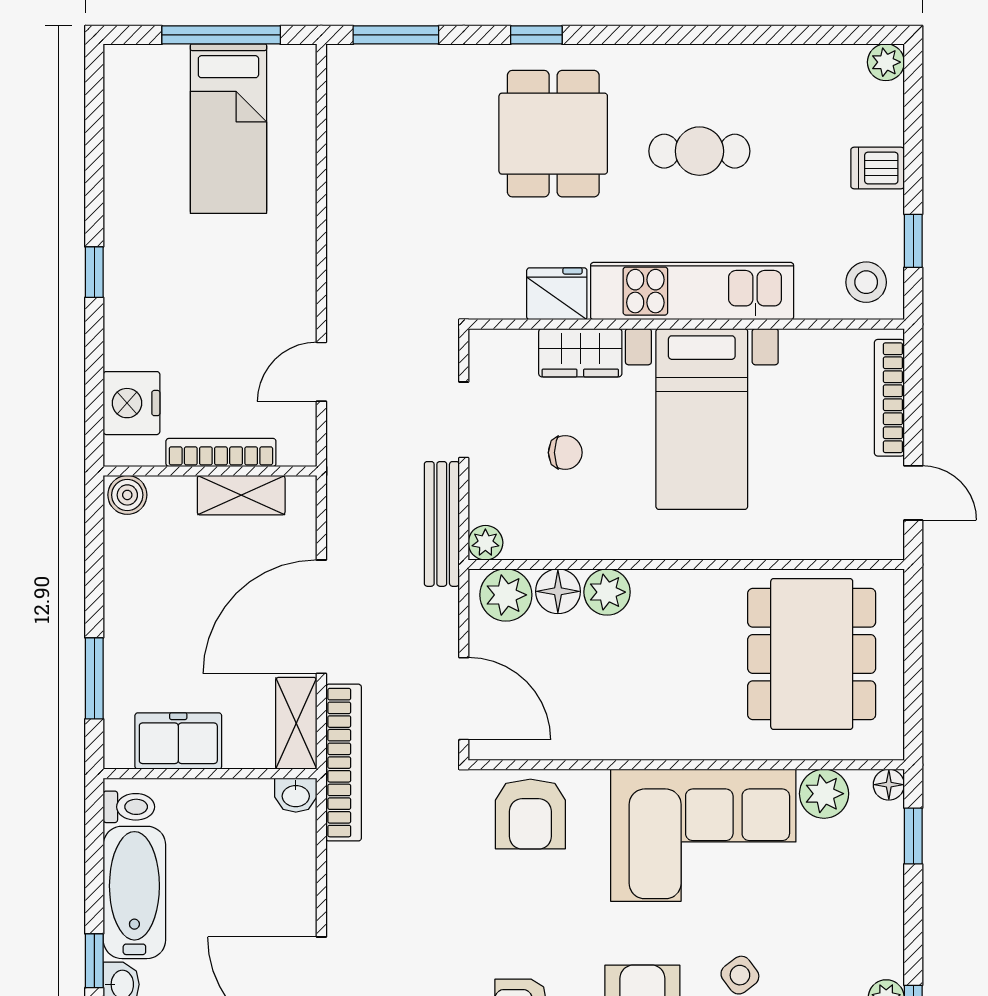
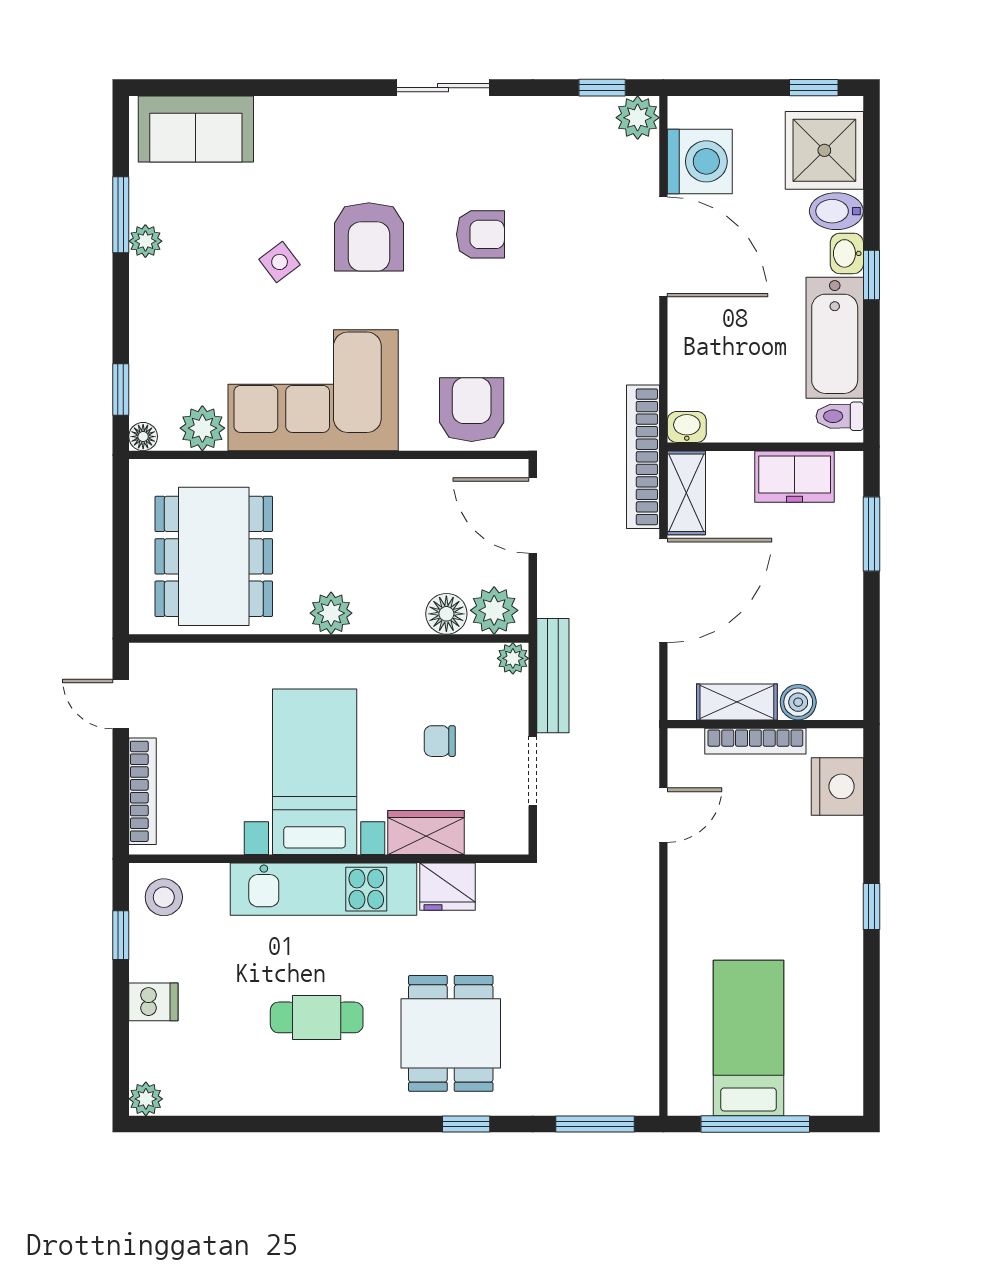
boiler: (127, 495) -> (798, 702), moved
plant: (607, 592) -> (331, 613), moved

